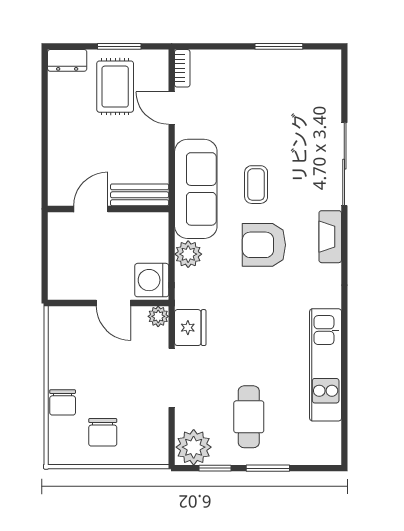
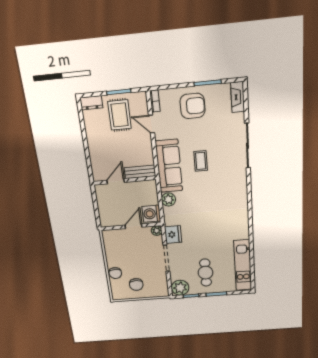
fireplace: (330, 237) -> (238, 97), moved
armchair: (264, 245) -> (193, 106), moved, turned 180
door: (113, 303) -> (133, 226), swing flipped
kitchen unit: (326, 365) -> (243, 265), moved

